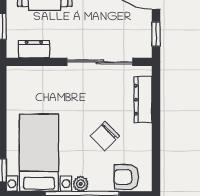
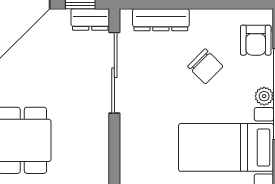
dresser: (34, 49) -> (90, 19), moved, turned -90

